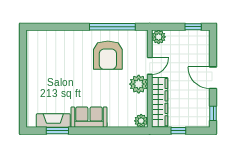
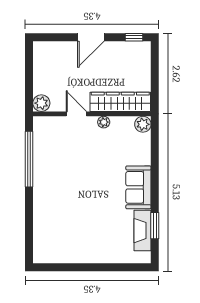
window: (193, 27) -> (29, 61), removed
armchair: (108, 55) -> (63, 164), removed
plant: (139, 84) -> (104, 122), width x0.53, depth x0.53
window: (178, 131) -> (155, 79), removed

